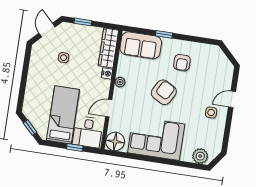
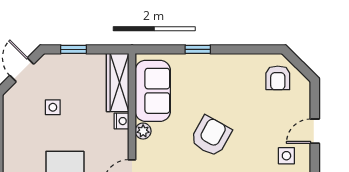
sofa: (141, 45) -> (153, 91), moved, turned -90
armchair: (182, 63) -> (278, 78), moved

